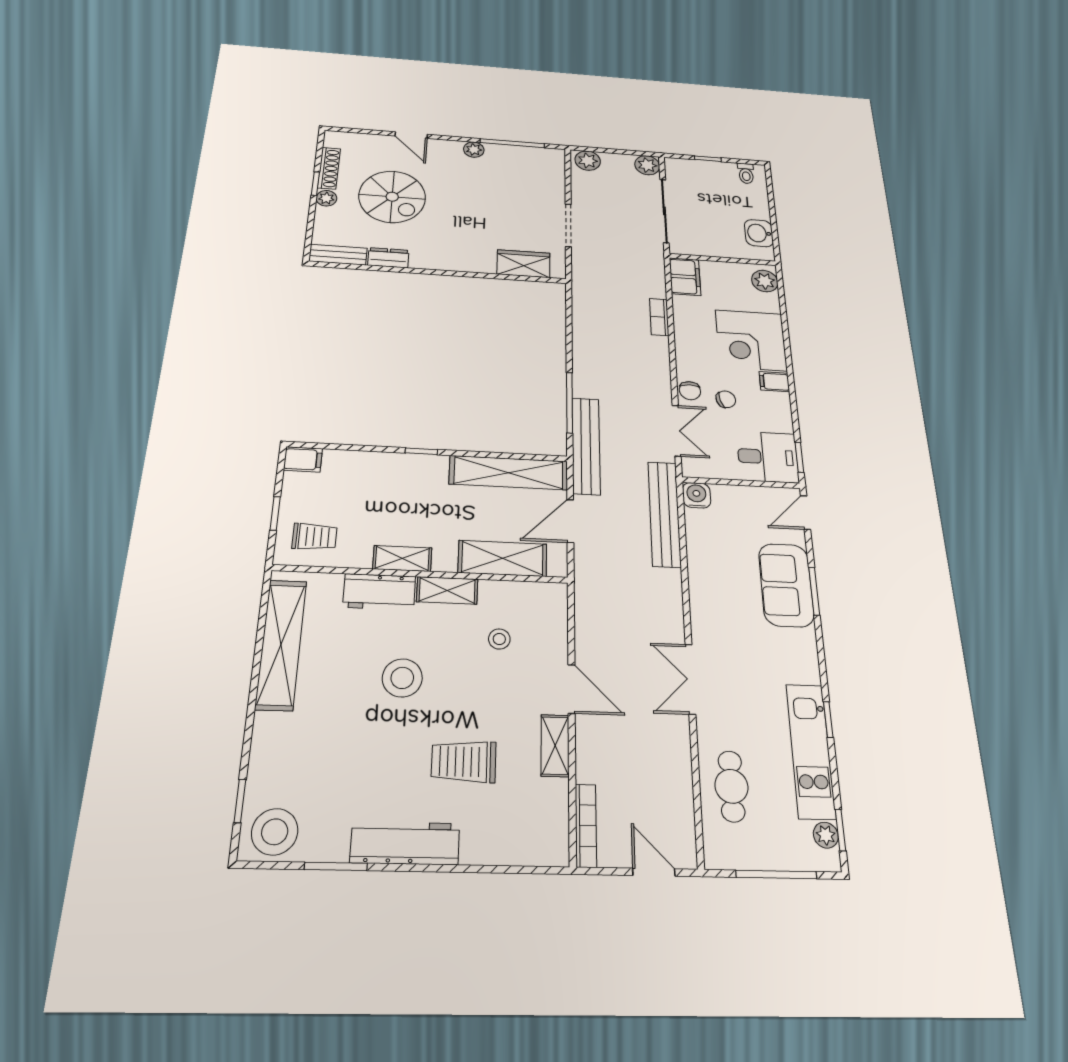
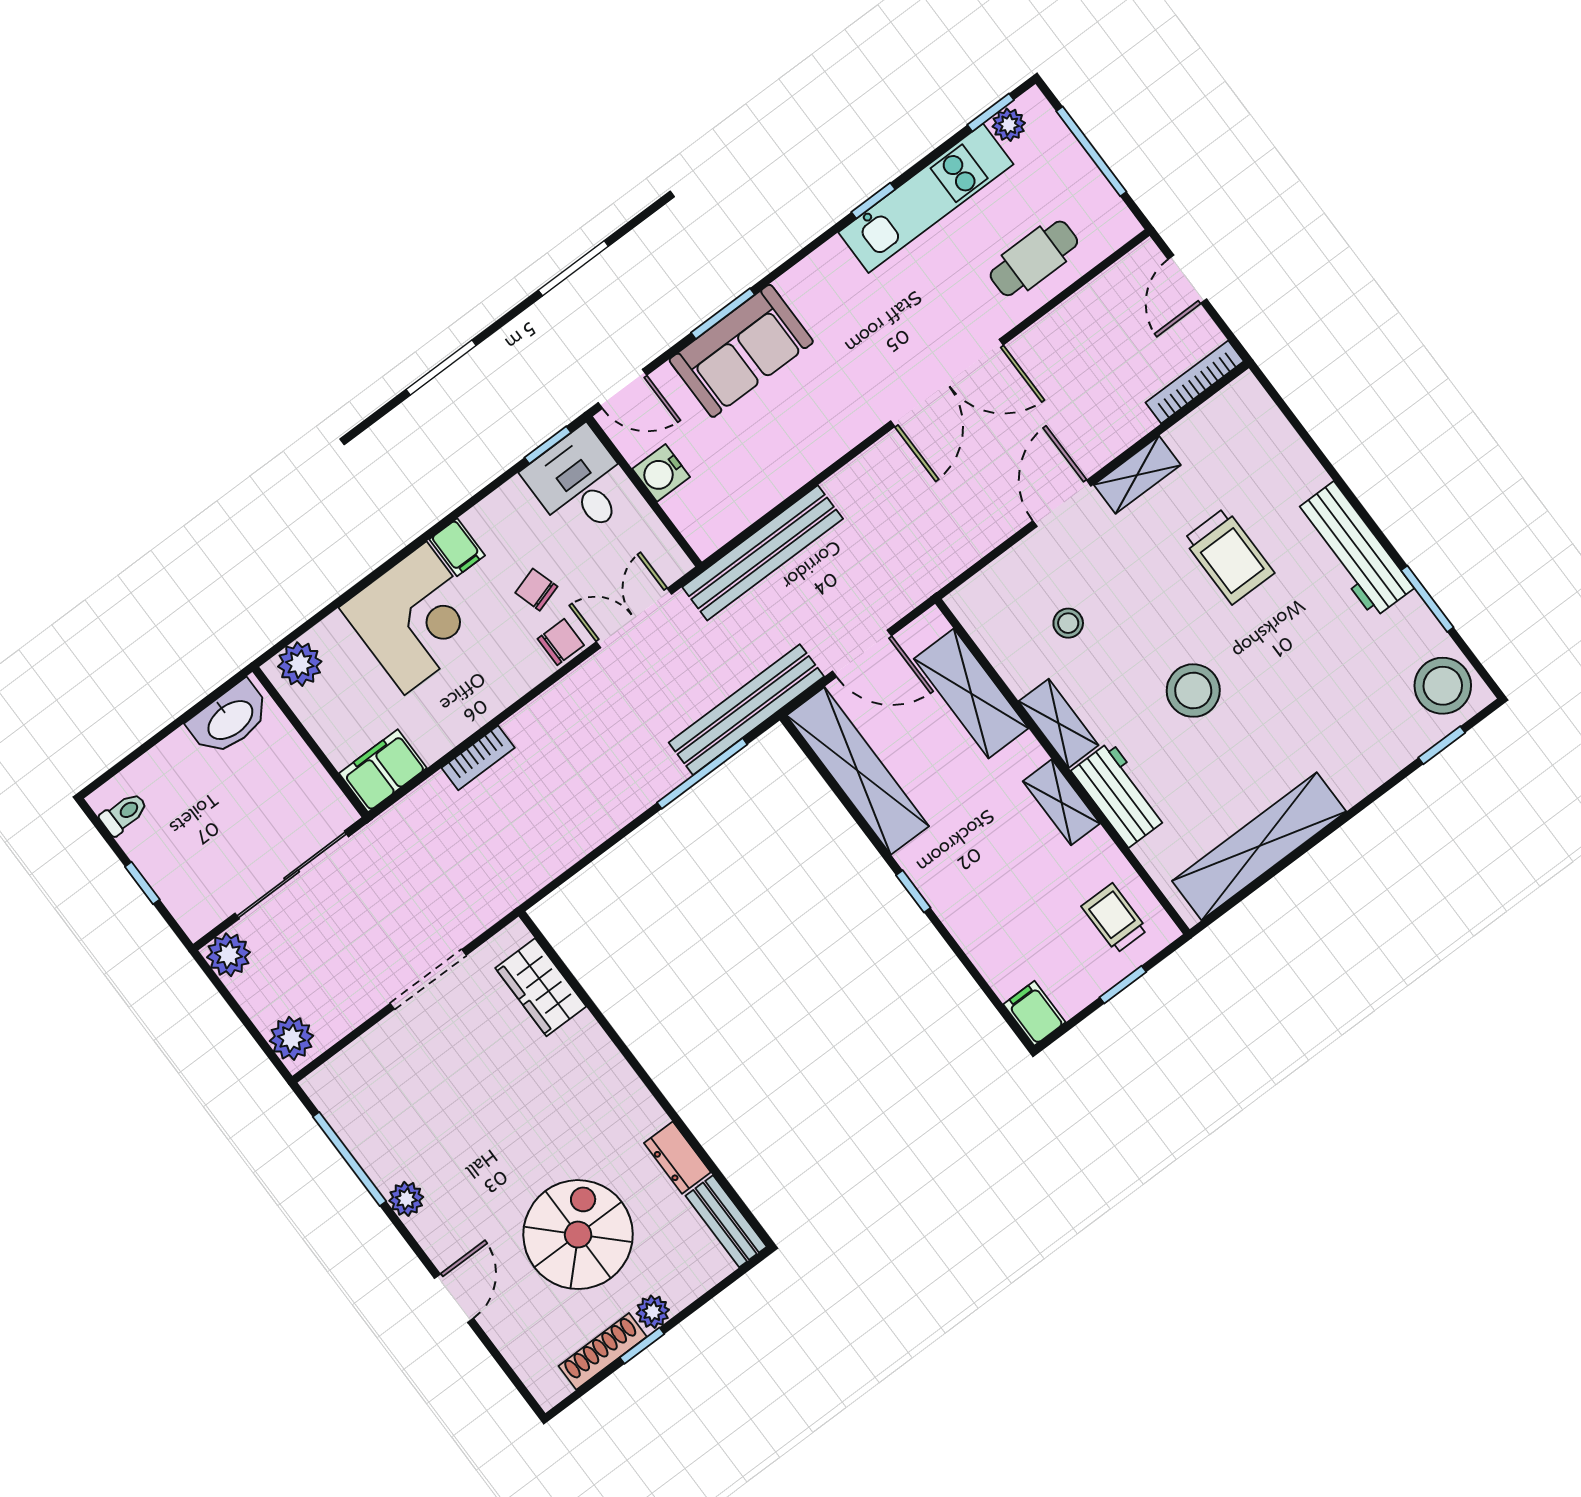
washbasin: (759, 233) -> (230, 719), width x1.38
water cooler: (697, 495) -> (661, 473), moved
double door: (690, 679) -> (947, 383), width x1.37

